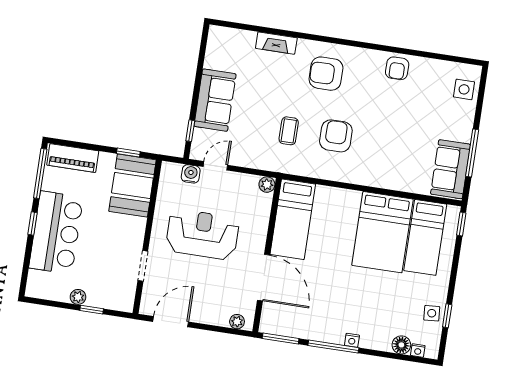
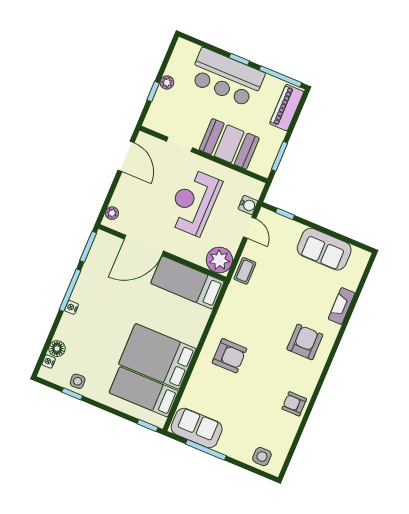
sofa: (215, 100) -> (324, 249), moved
coffee table: (289, 131) -> (245, 271), moved, turned 90
armchair: (336, 136) -> (229, 356), moved
window: (128, 153) -> (280, 156), width x1.50
plant: (267, 185) -> (219, 260), width x1.87, depth x1.87
booth: (132, 186) -> (229, 144), moved
reception desk: (202, 234) -> (194, 202), turned 180

